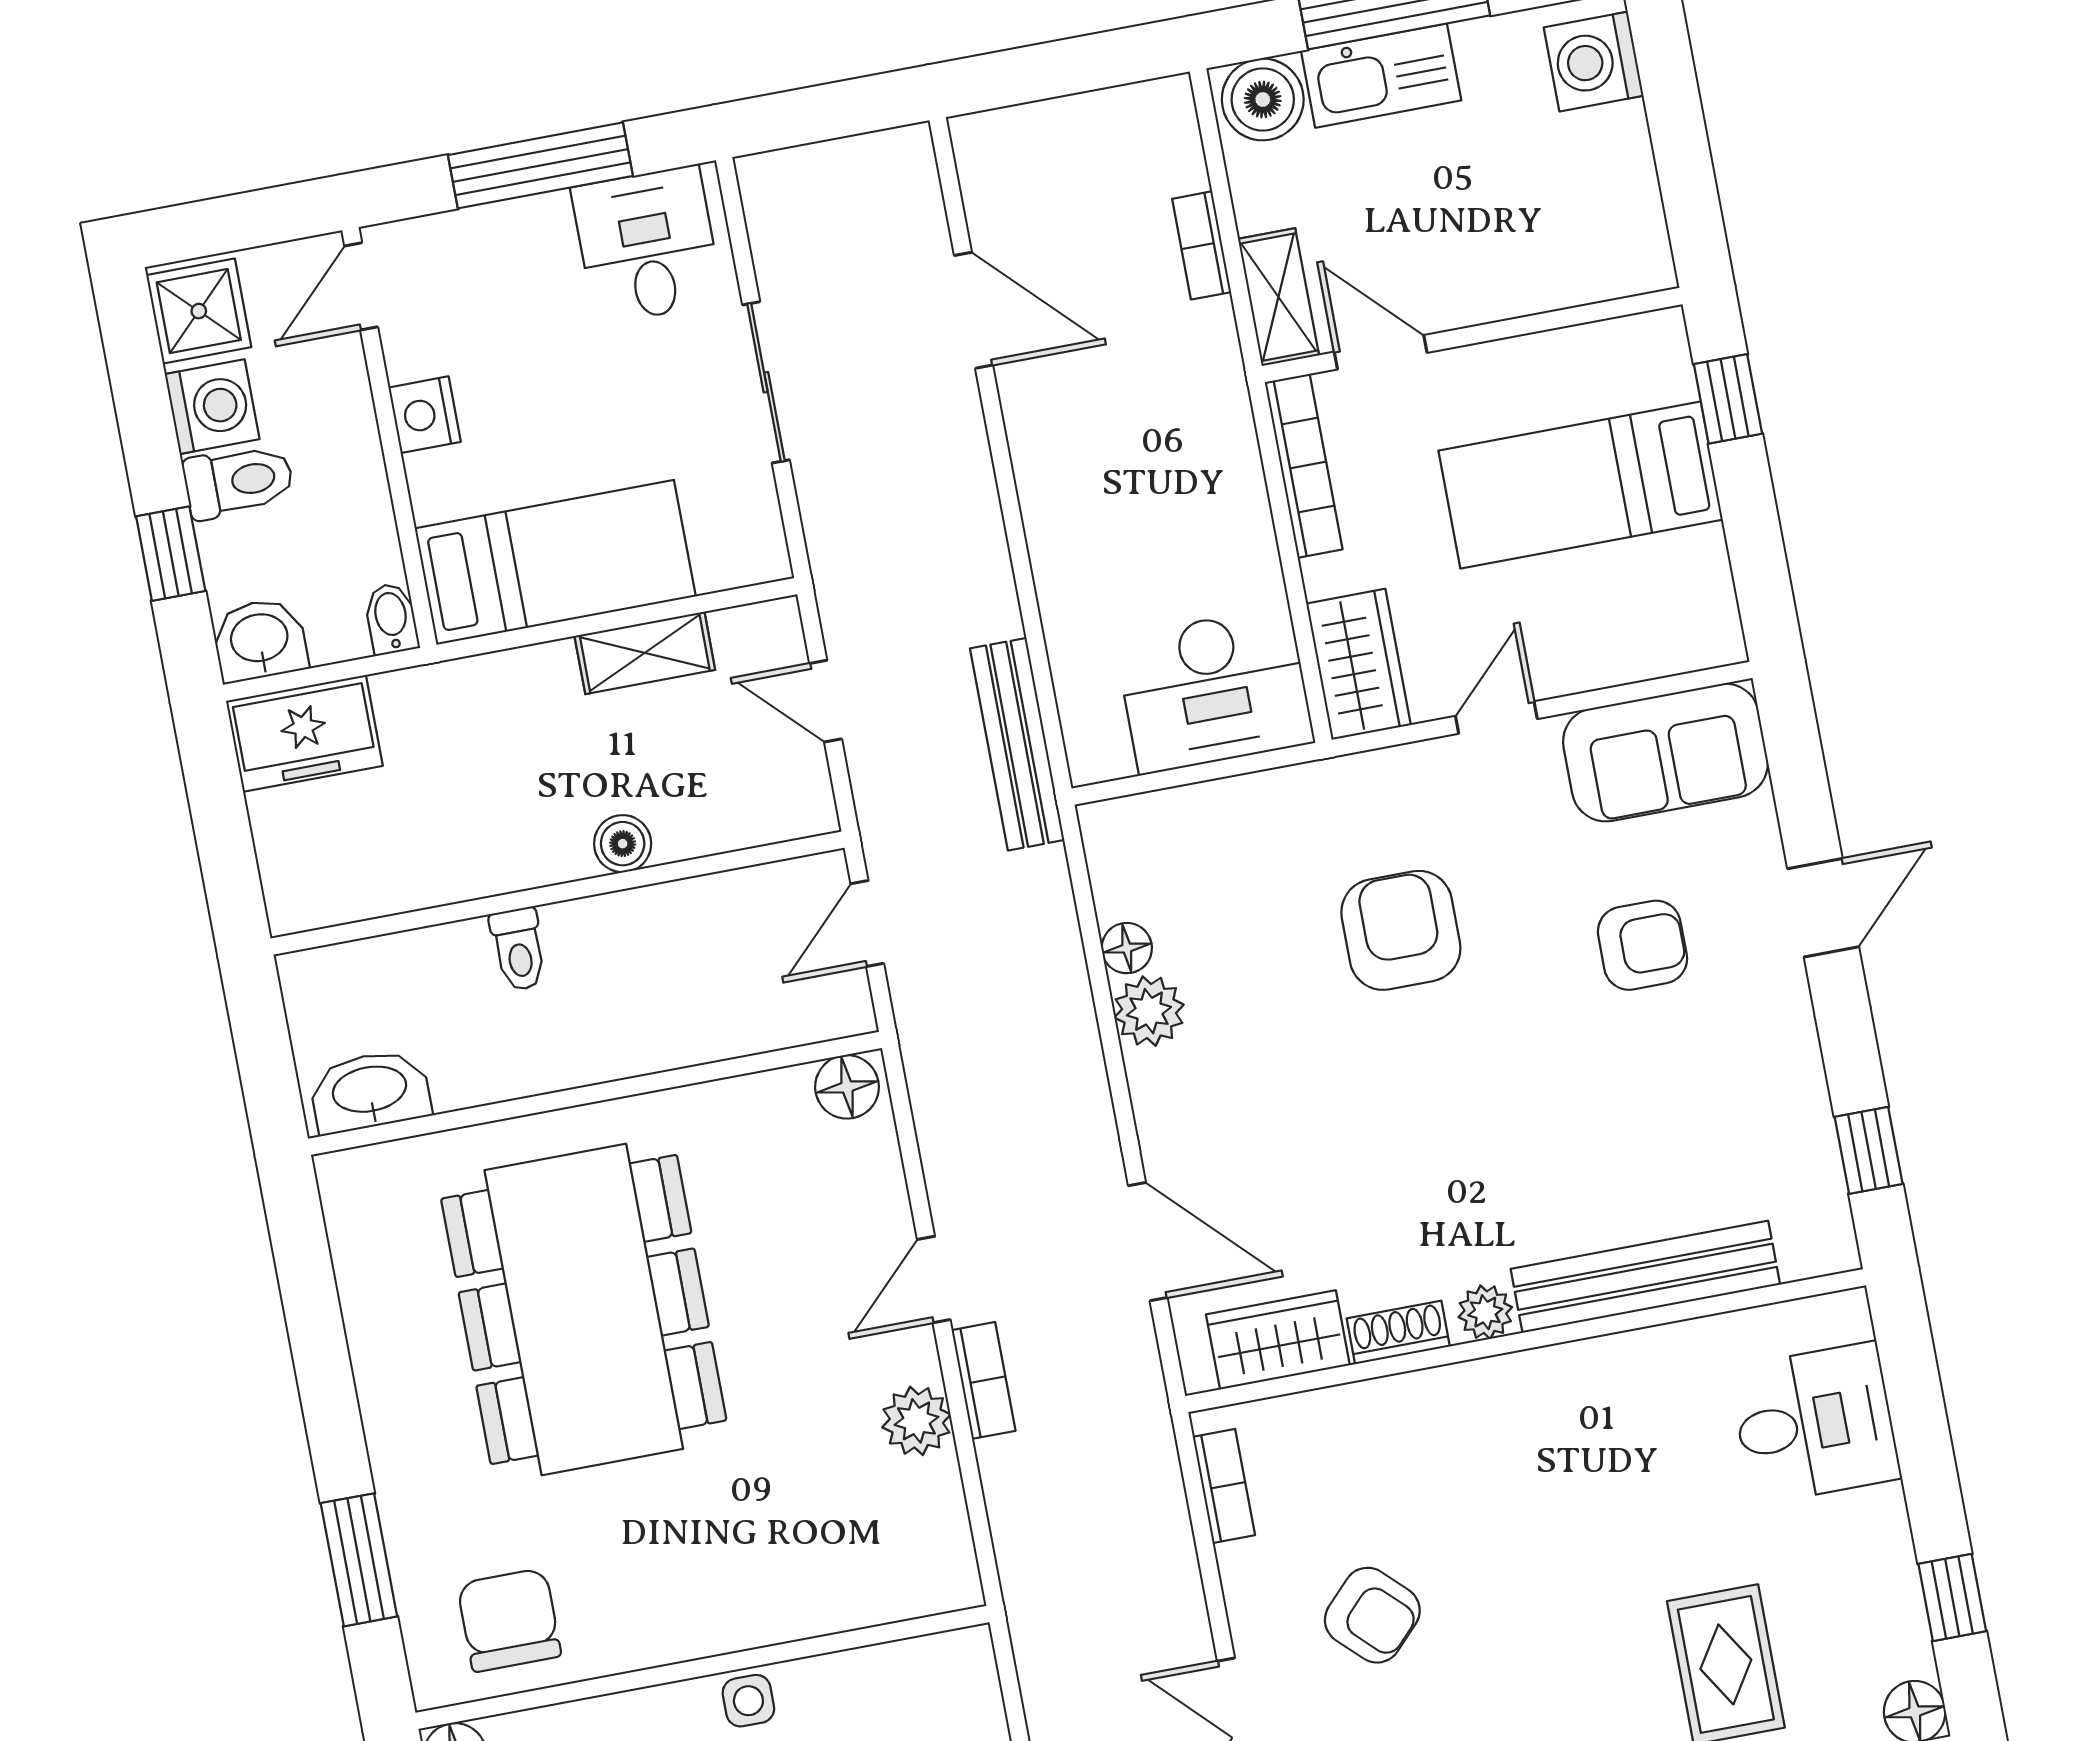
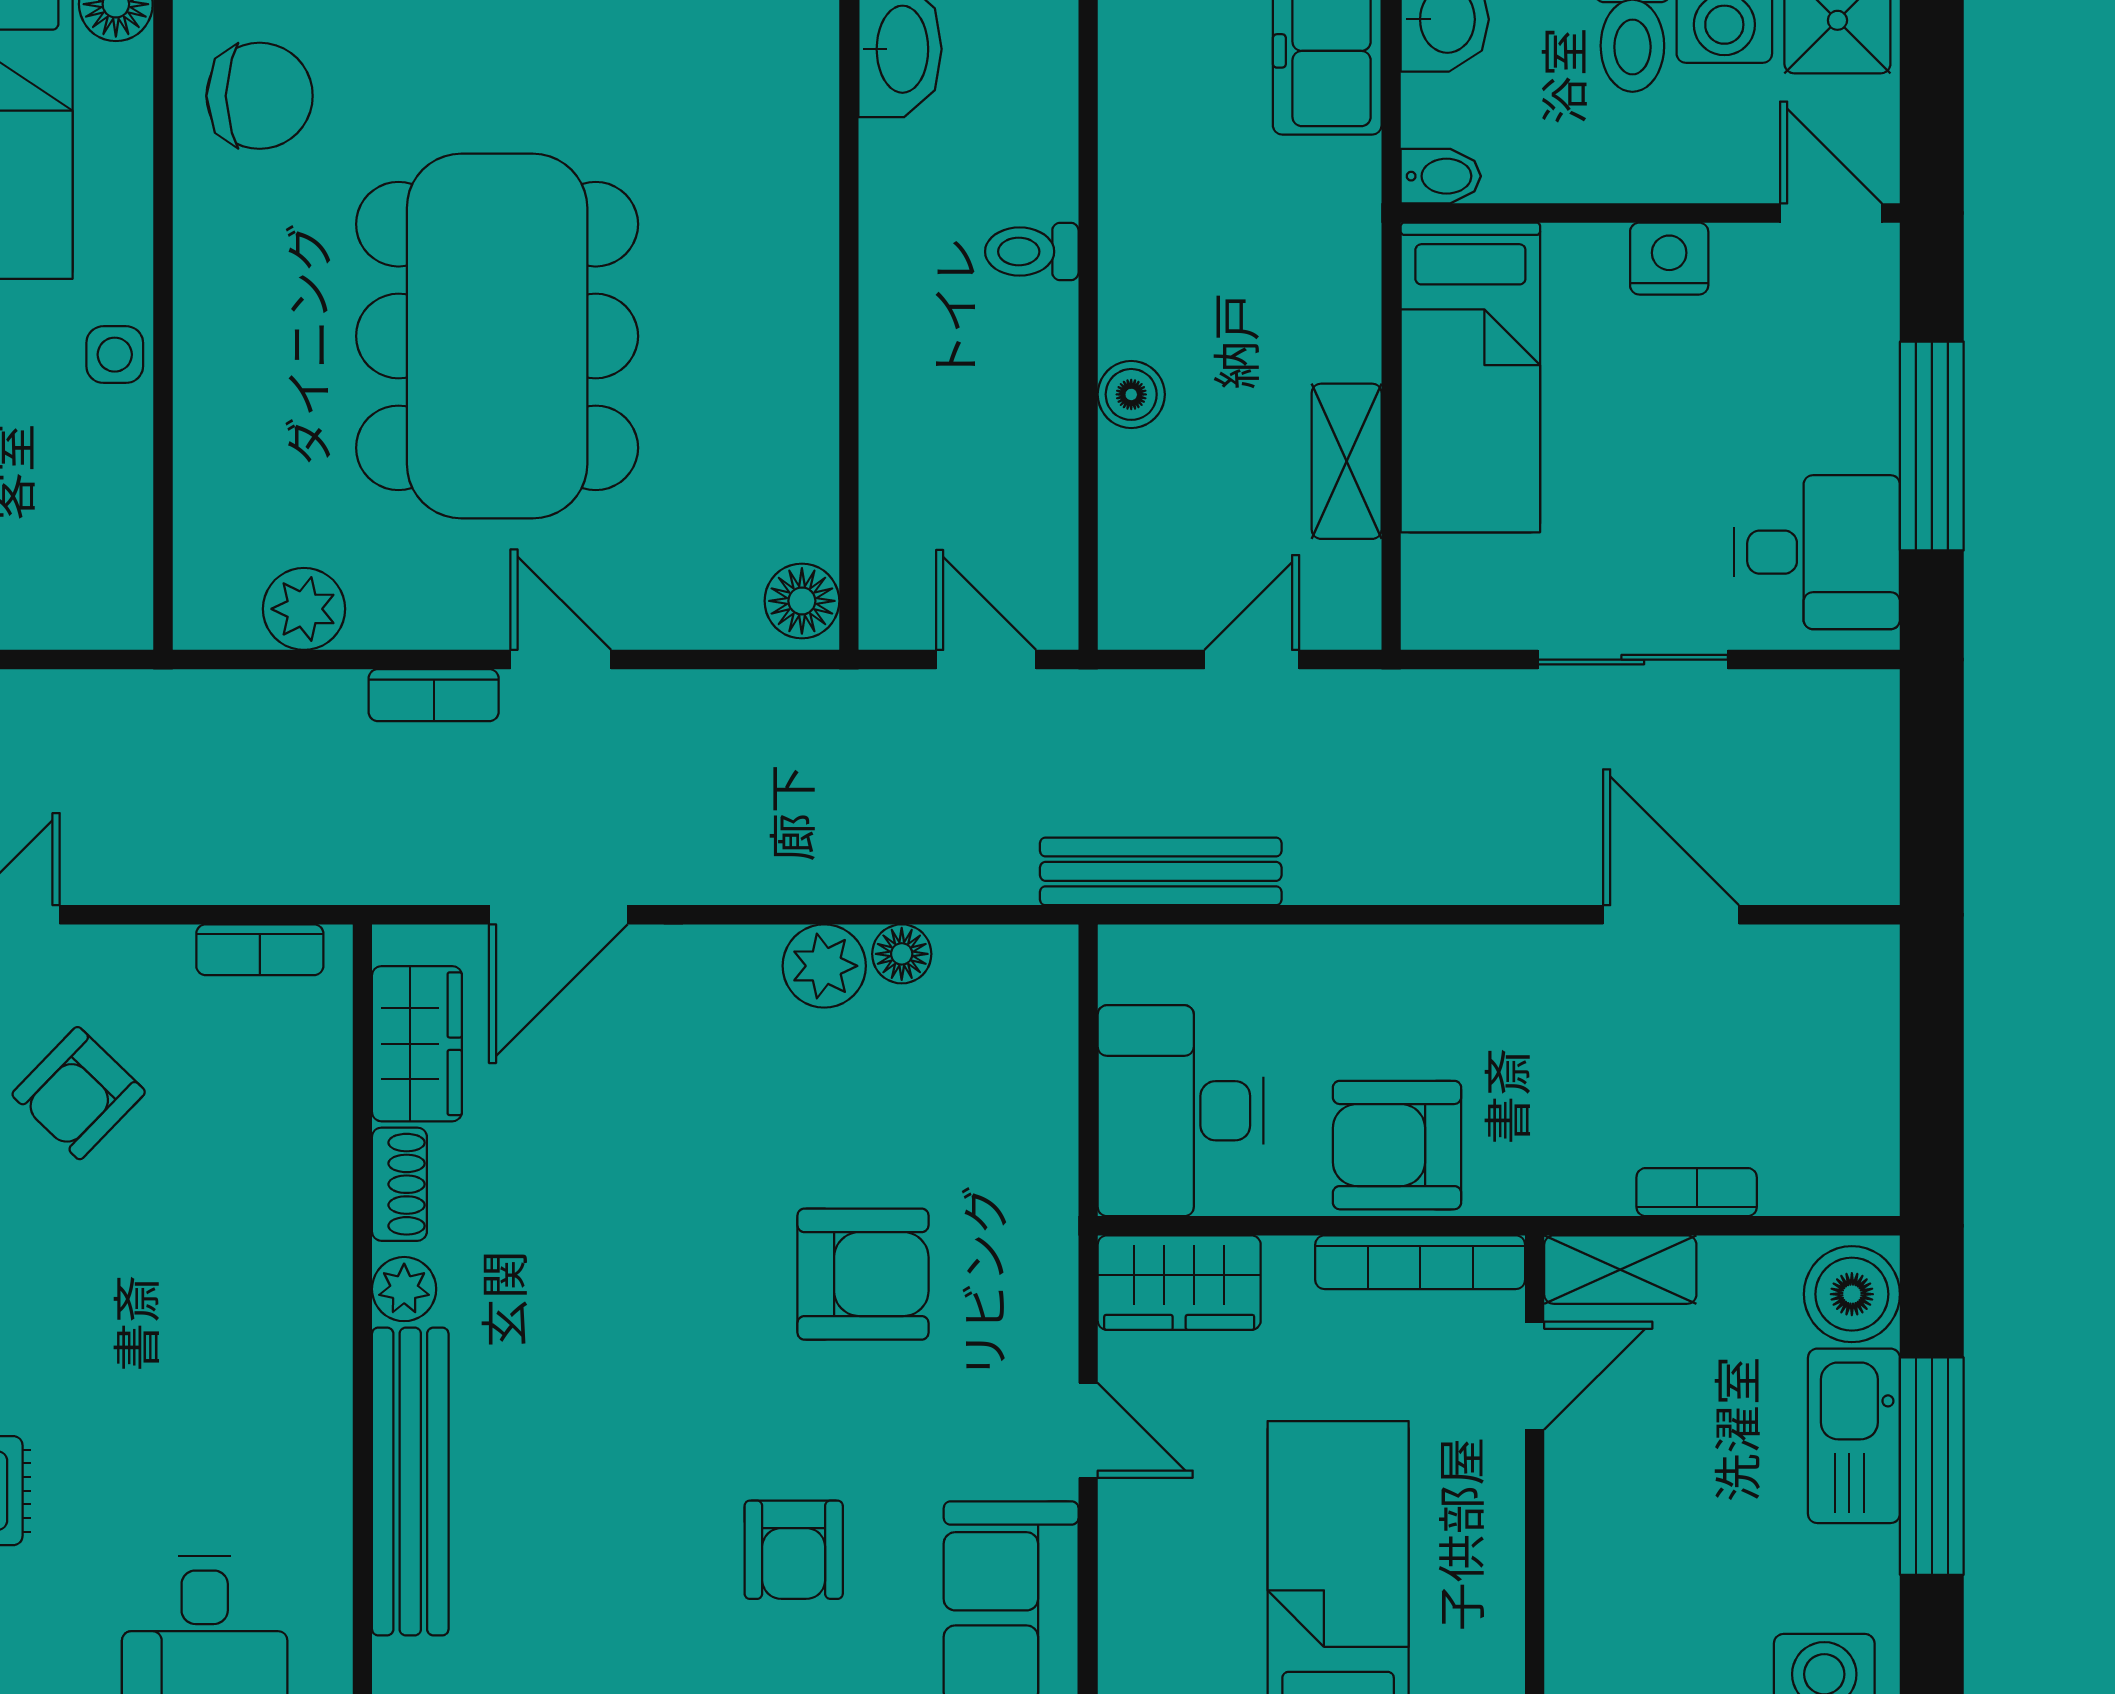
door: (974, 310) -> (1671, 915), swing flipped
armchair: (1209, 504) -> (1397, 1145), added
dining table: (584, 1310) -> (497, 336), moved, turned 90
plant: (916, 1421) -> (304, 609), moved

